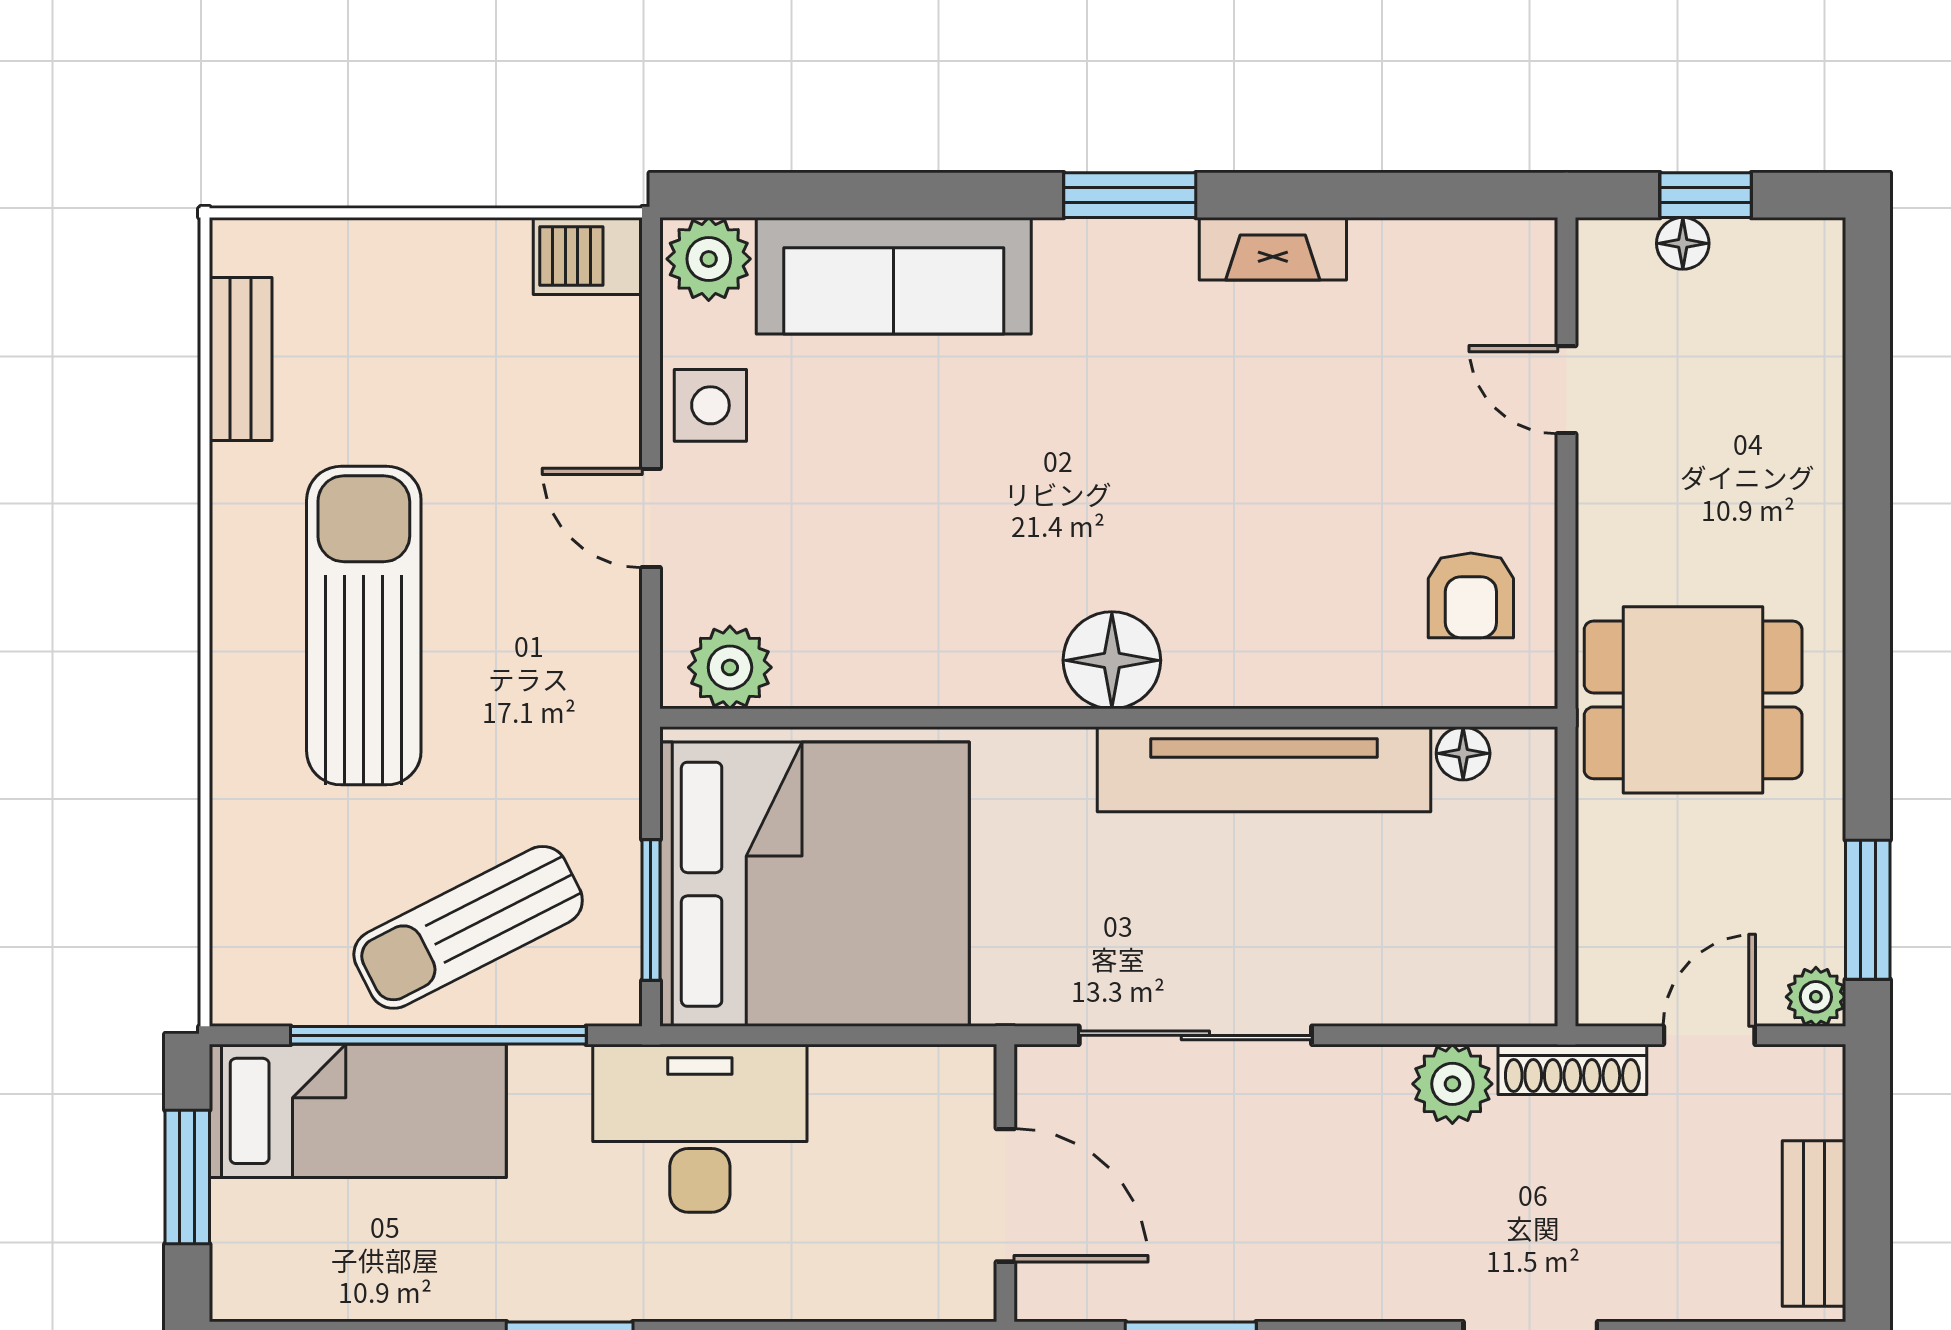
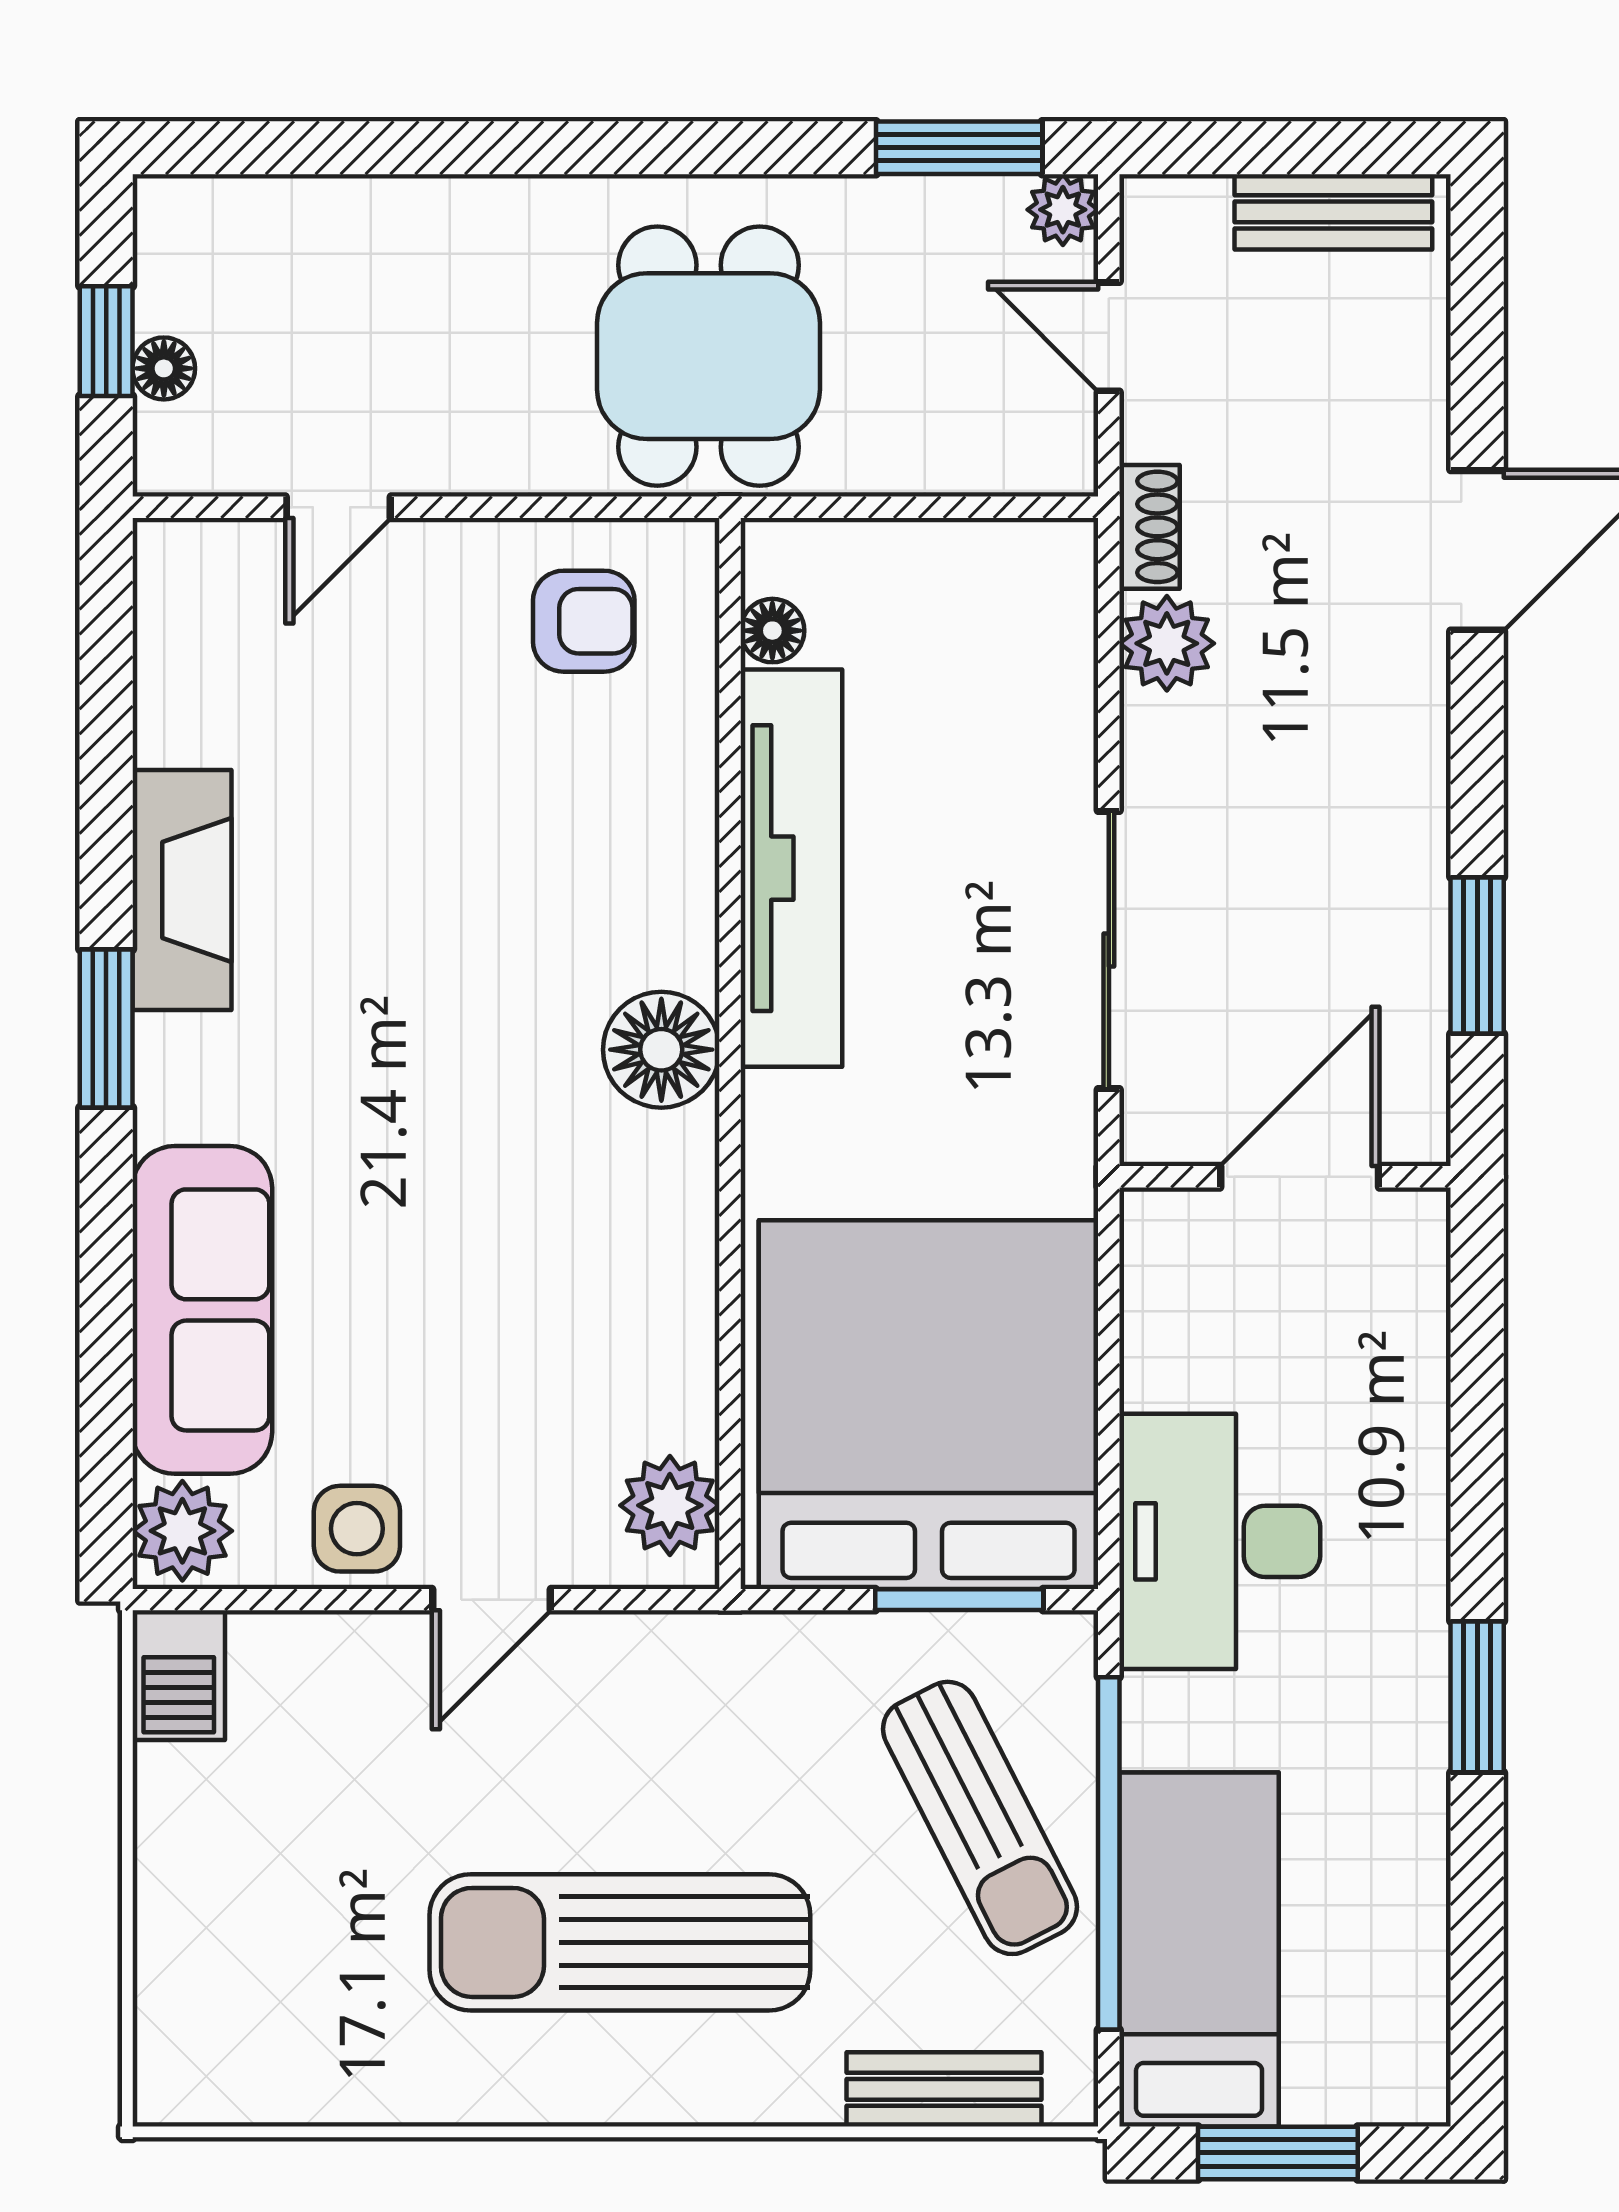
fireplace: (1273, 249) -> (182, 890), width x1.37, depth x1.32
bench: (241, 359) -> (944, 2089), moved
shoe rack: (1572, 1069) -> (1150, 527), width x0.70

